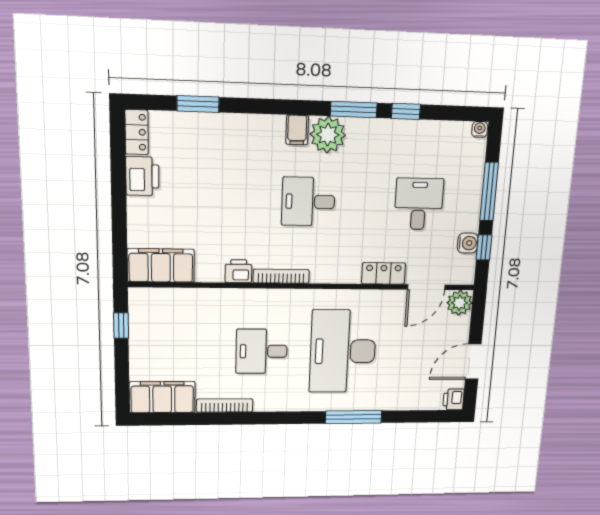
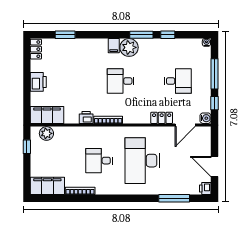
printer: (142, 176) -> (38, 82), moved
desk: (419, 204) -> (178, 81), turned 90
water cooler: (468, 243) -> (205, 118), moved
plant: (459, 303) -> (46, 133), moved
door: (473, 362) -> (214, 167), hinge flipped
window: (354, 417) -> (174, 198), moved

